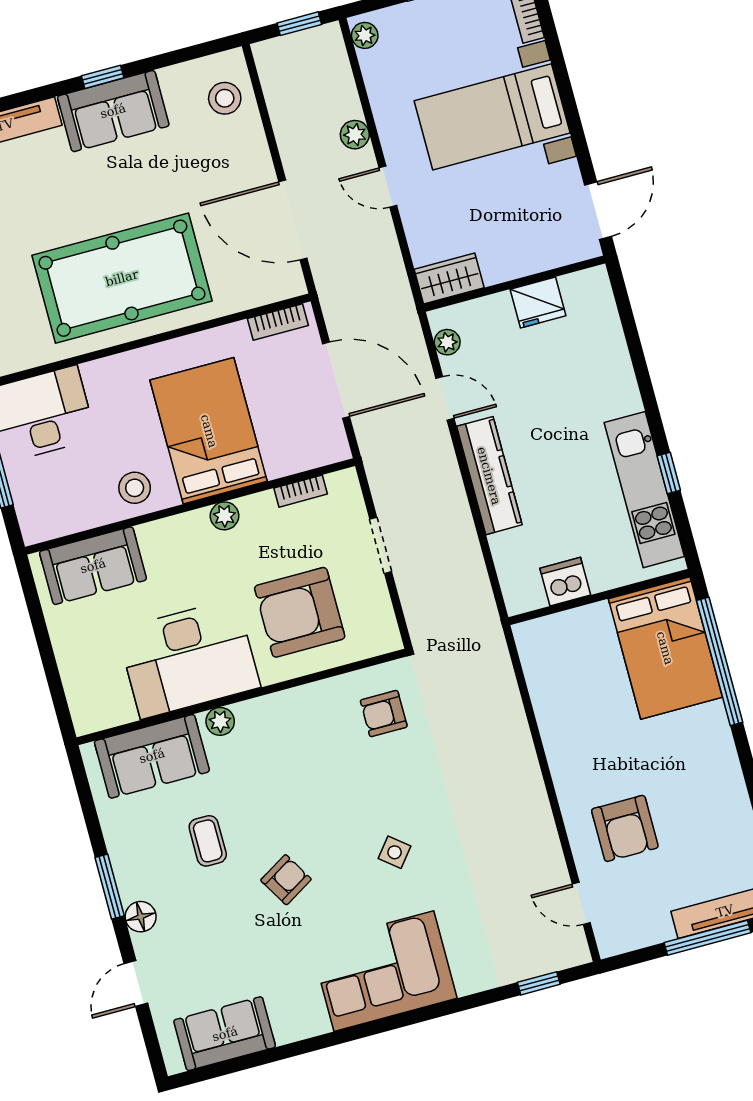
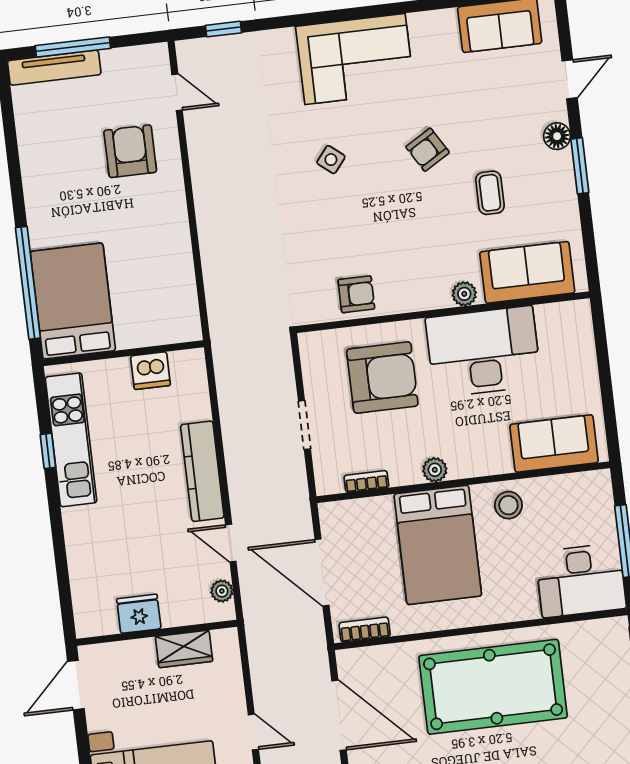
wardrobe: (449, 278) -> (184, 649), moved
armchair: (384, 714) -> (356, 294), moved

